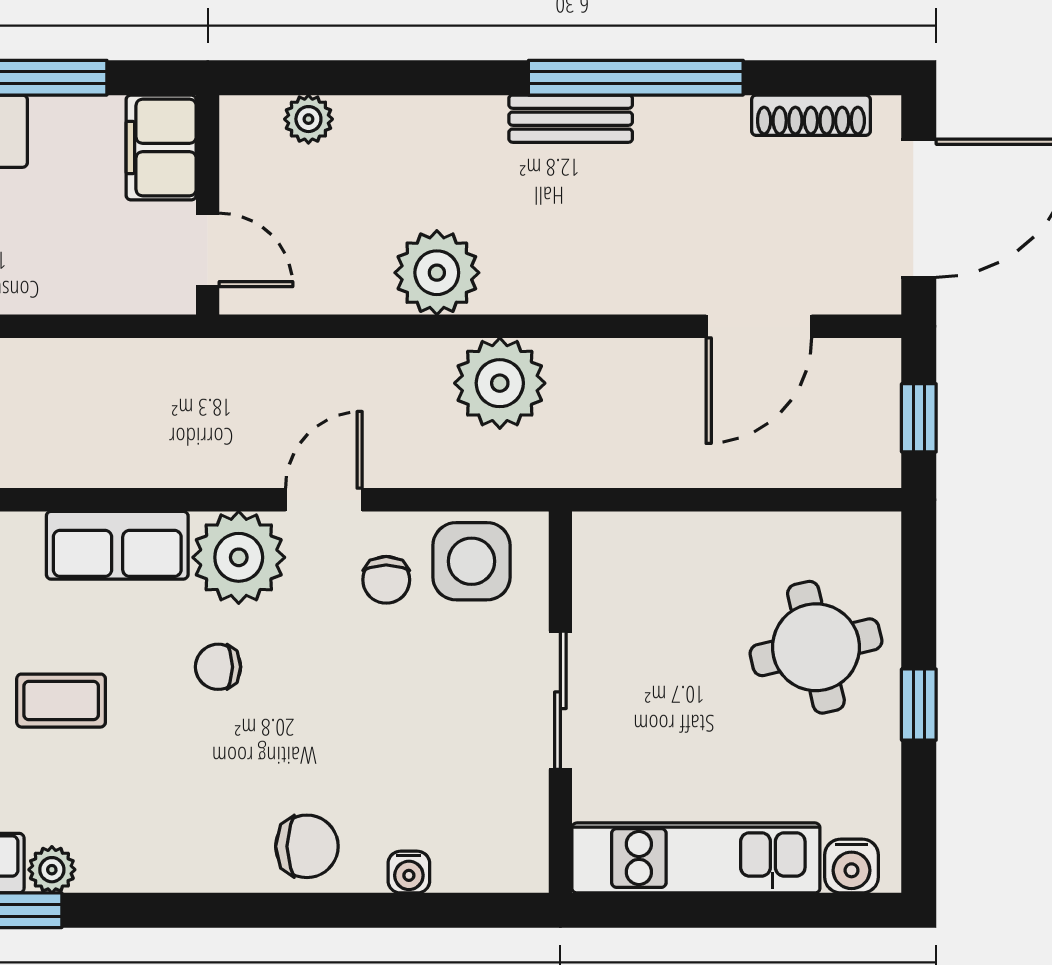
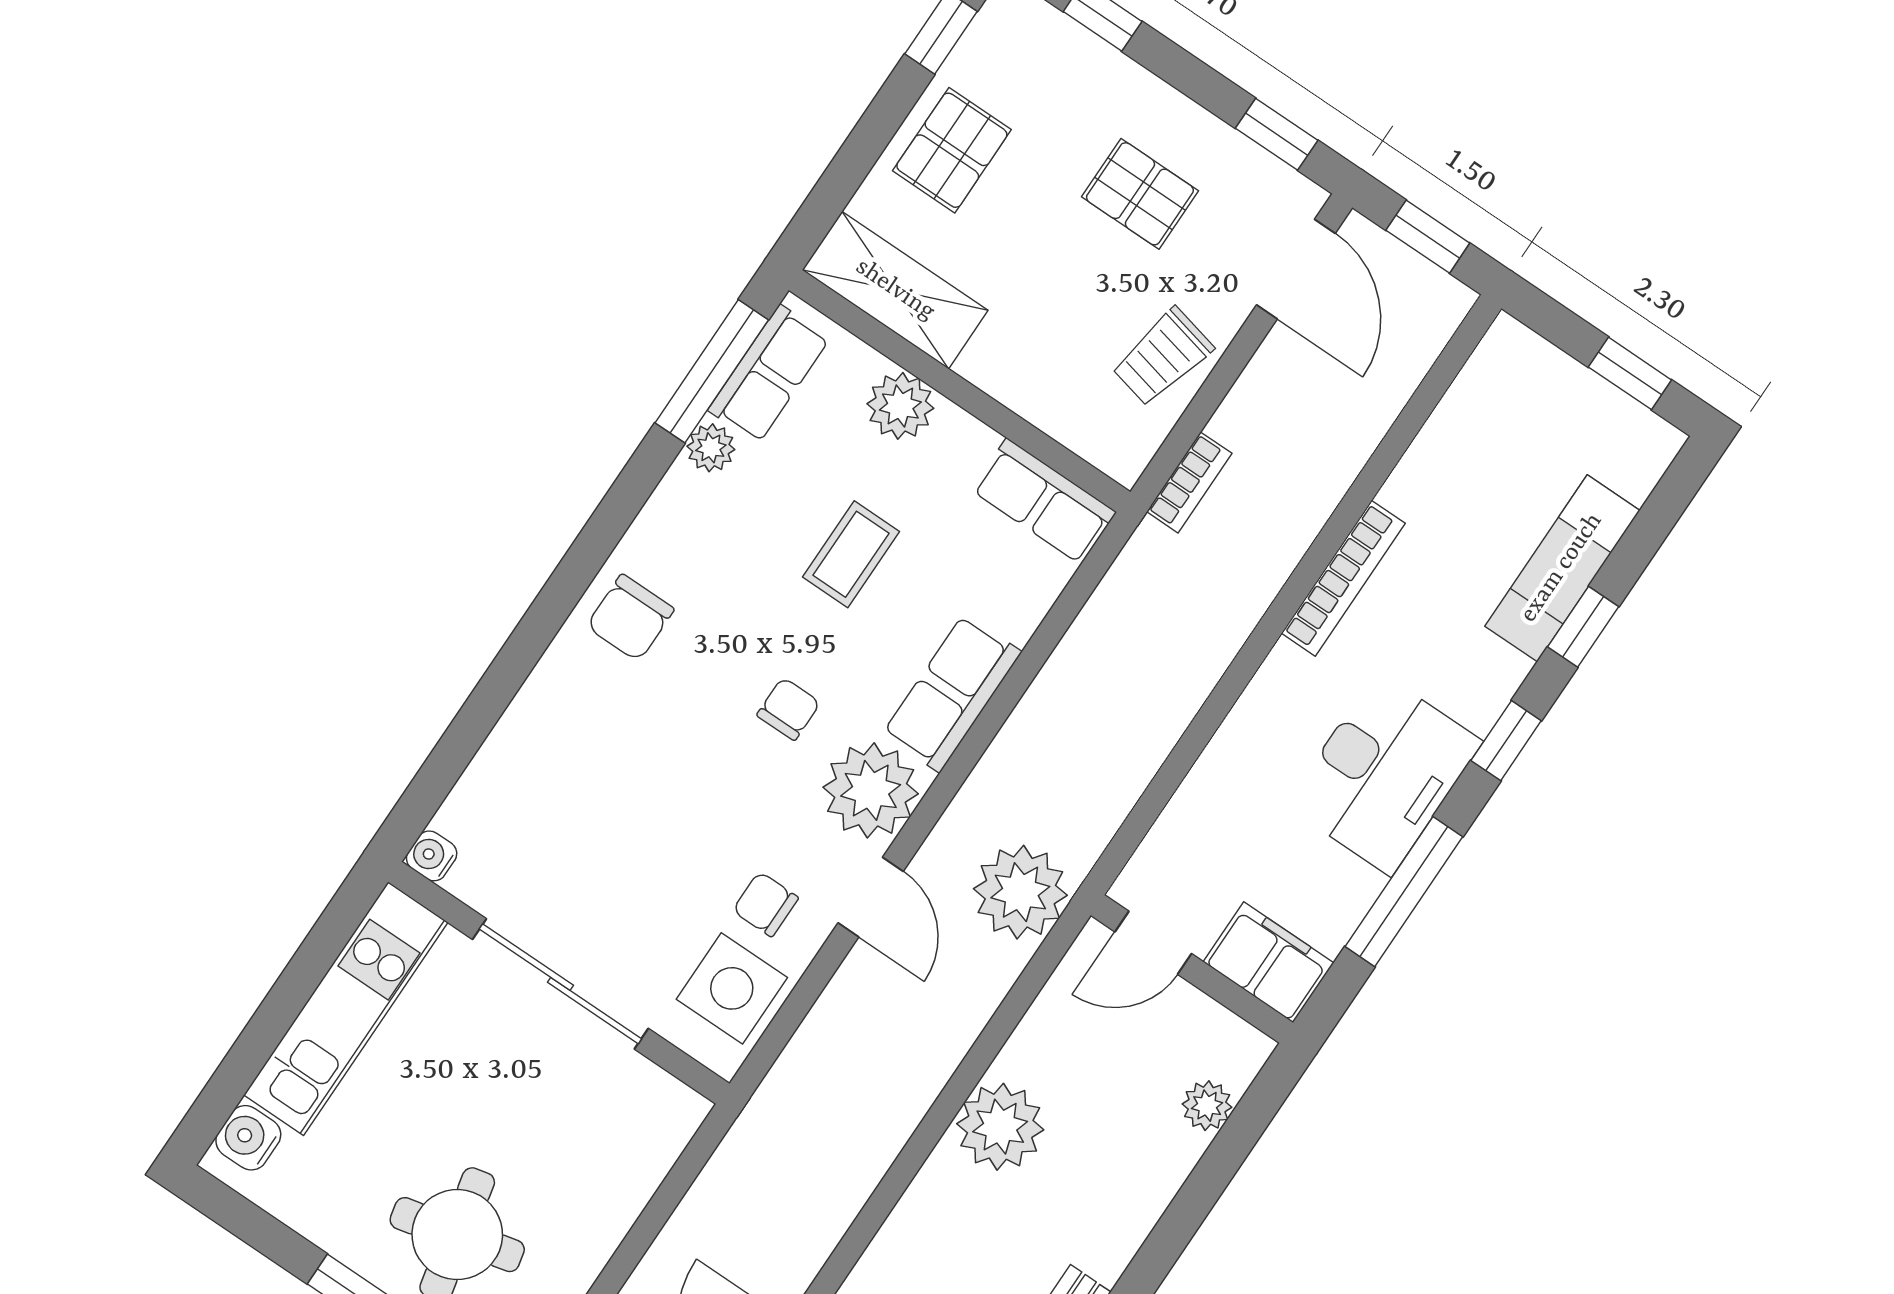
plant: (500, 383) -> (1020, 892), moved
sliding door: (560, 700) -> (560, 984), width x1.37
chair: (307, 846) -> (630, 618), moved
water cooler: (409, 872) -> (432, 856), moved

